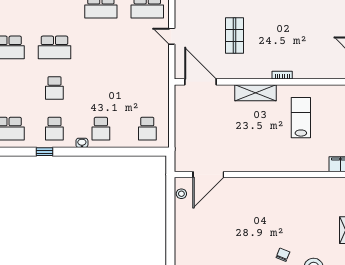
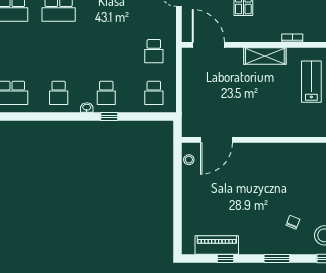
school desk: (54, 88) -> (154, 51), moved
window: (45, 152) -> (109, 116), moved

